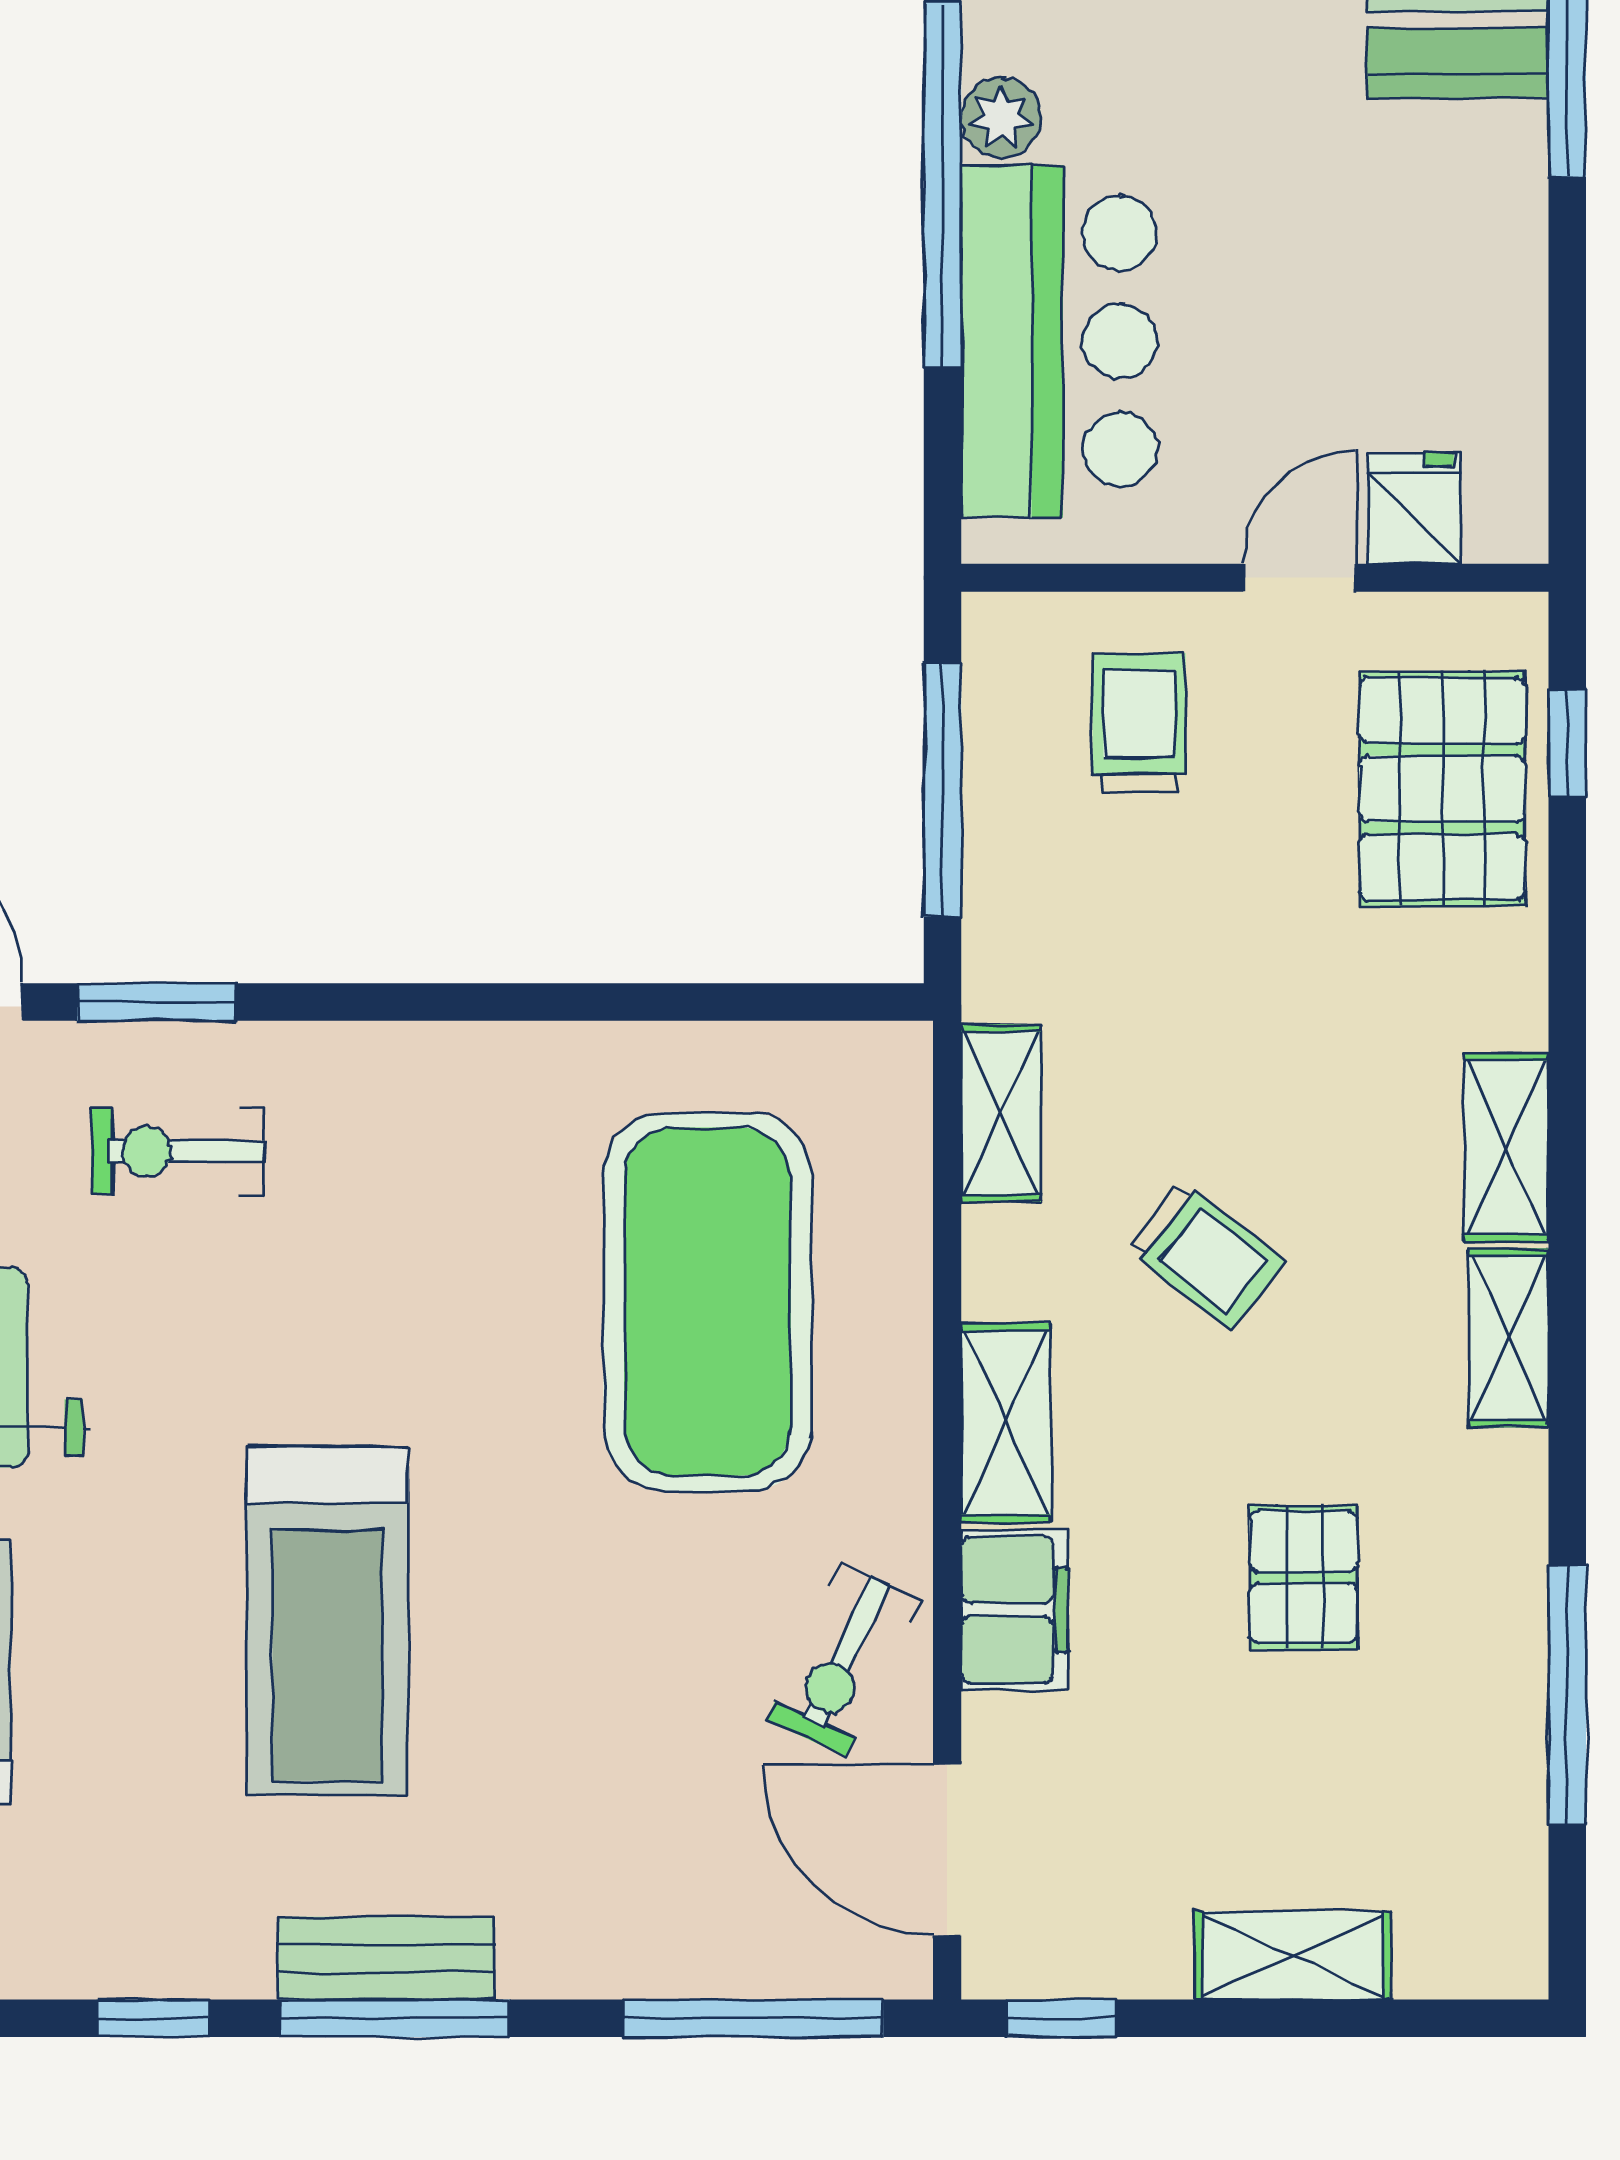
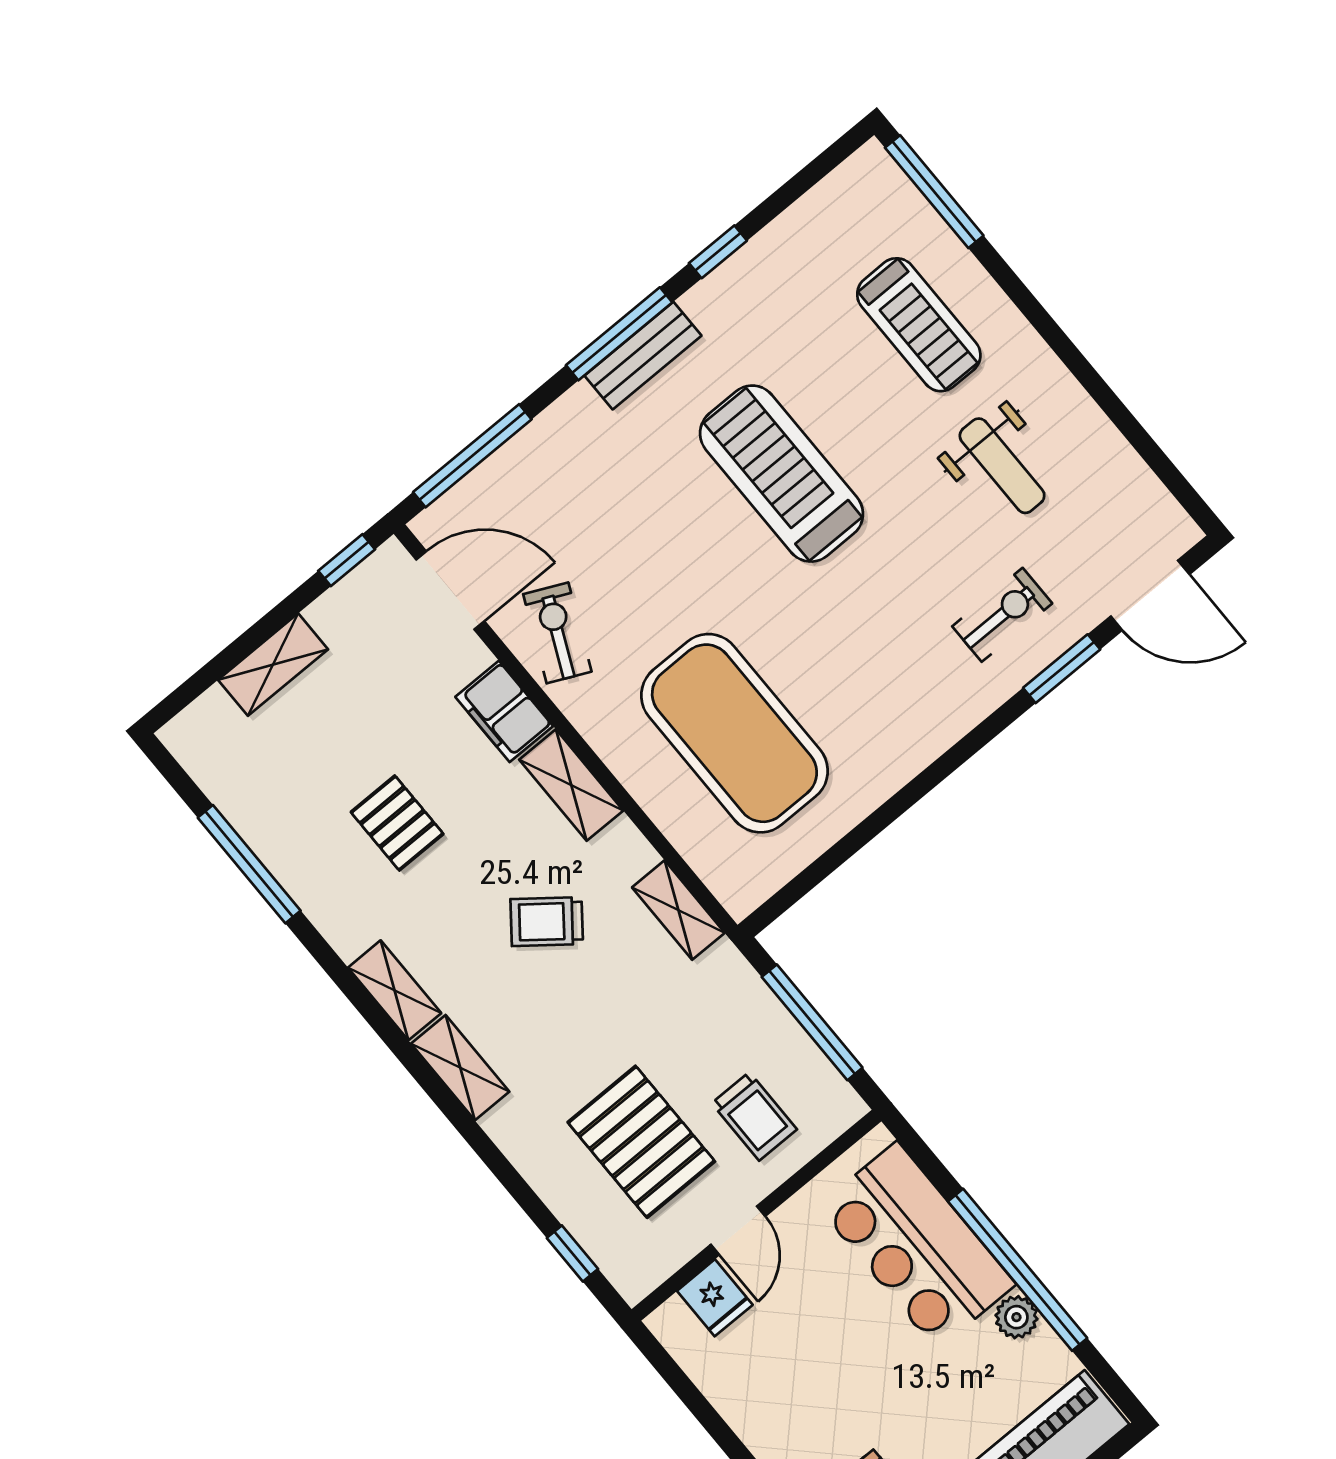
pallet: (1442, 789) -> (641, 1142), moved

